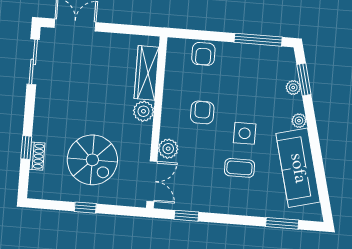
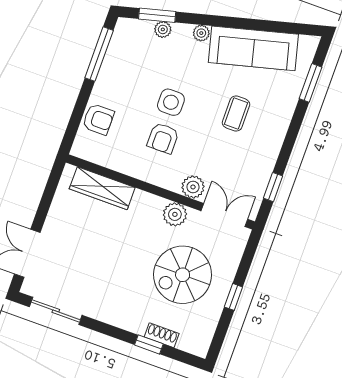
plant: (143, 111) -> (175, 214), moved
armchair: (202, 112) -> (163, 138), turned -90
side table: (245, 133) -> (171, 102), moved
spiral stairs: (92, 160) -> (183, 275), turned 180

